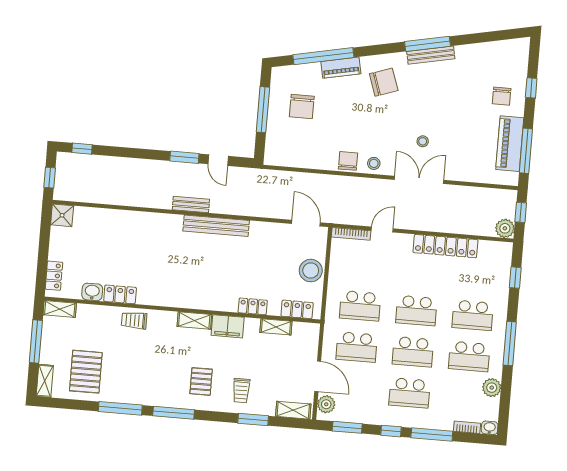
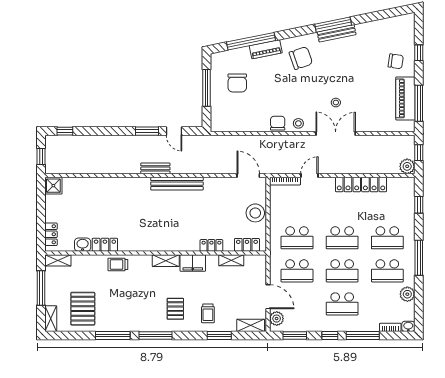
chair: (502, 96) -> (396, 61), turned -82

